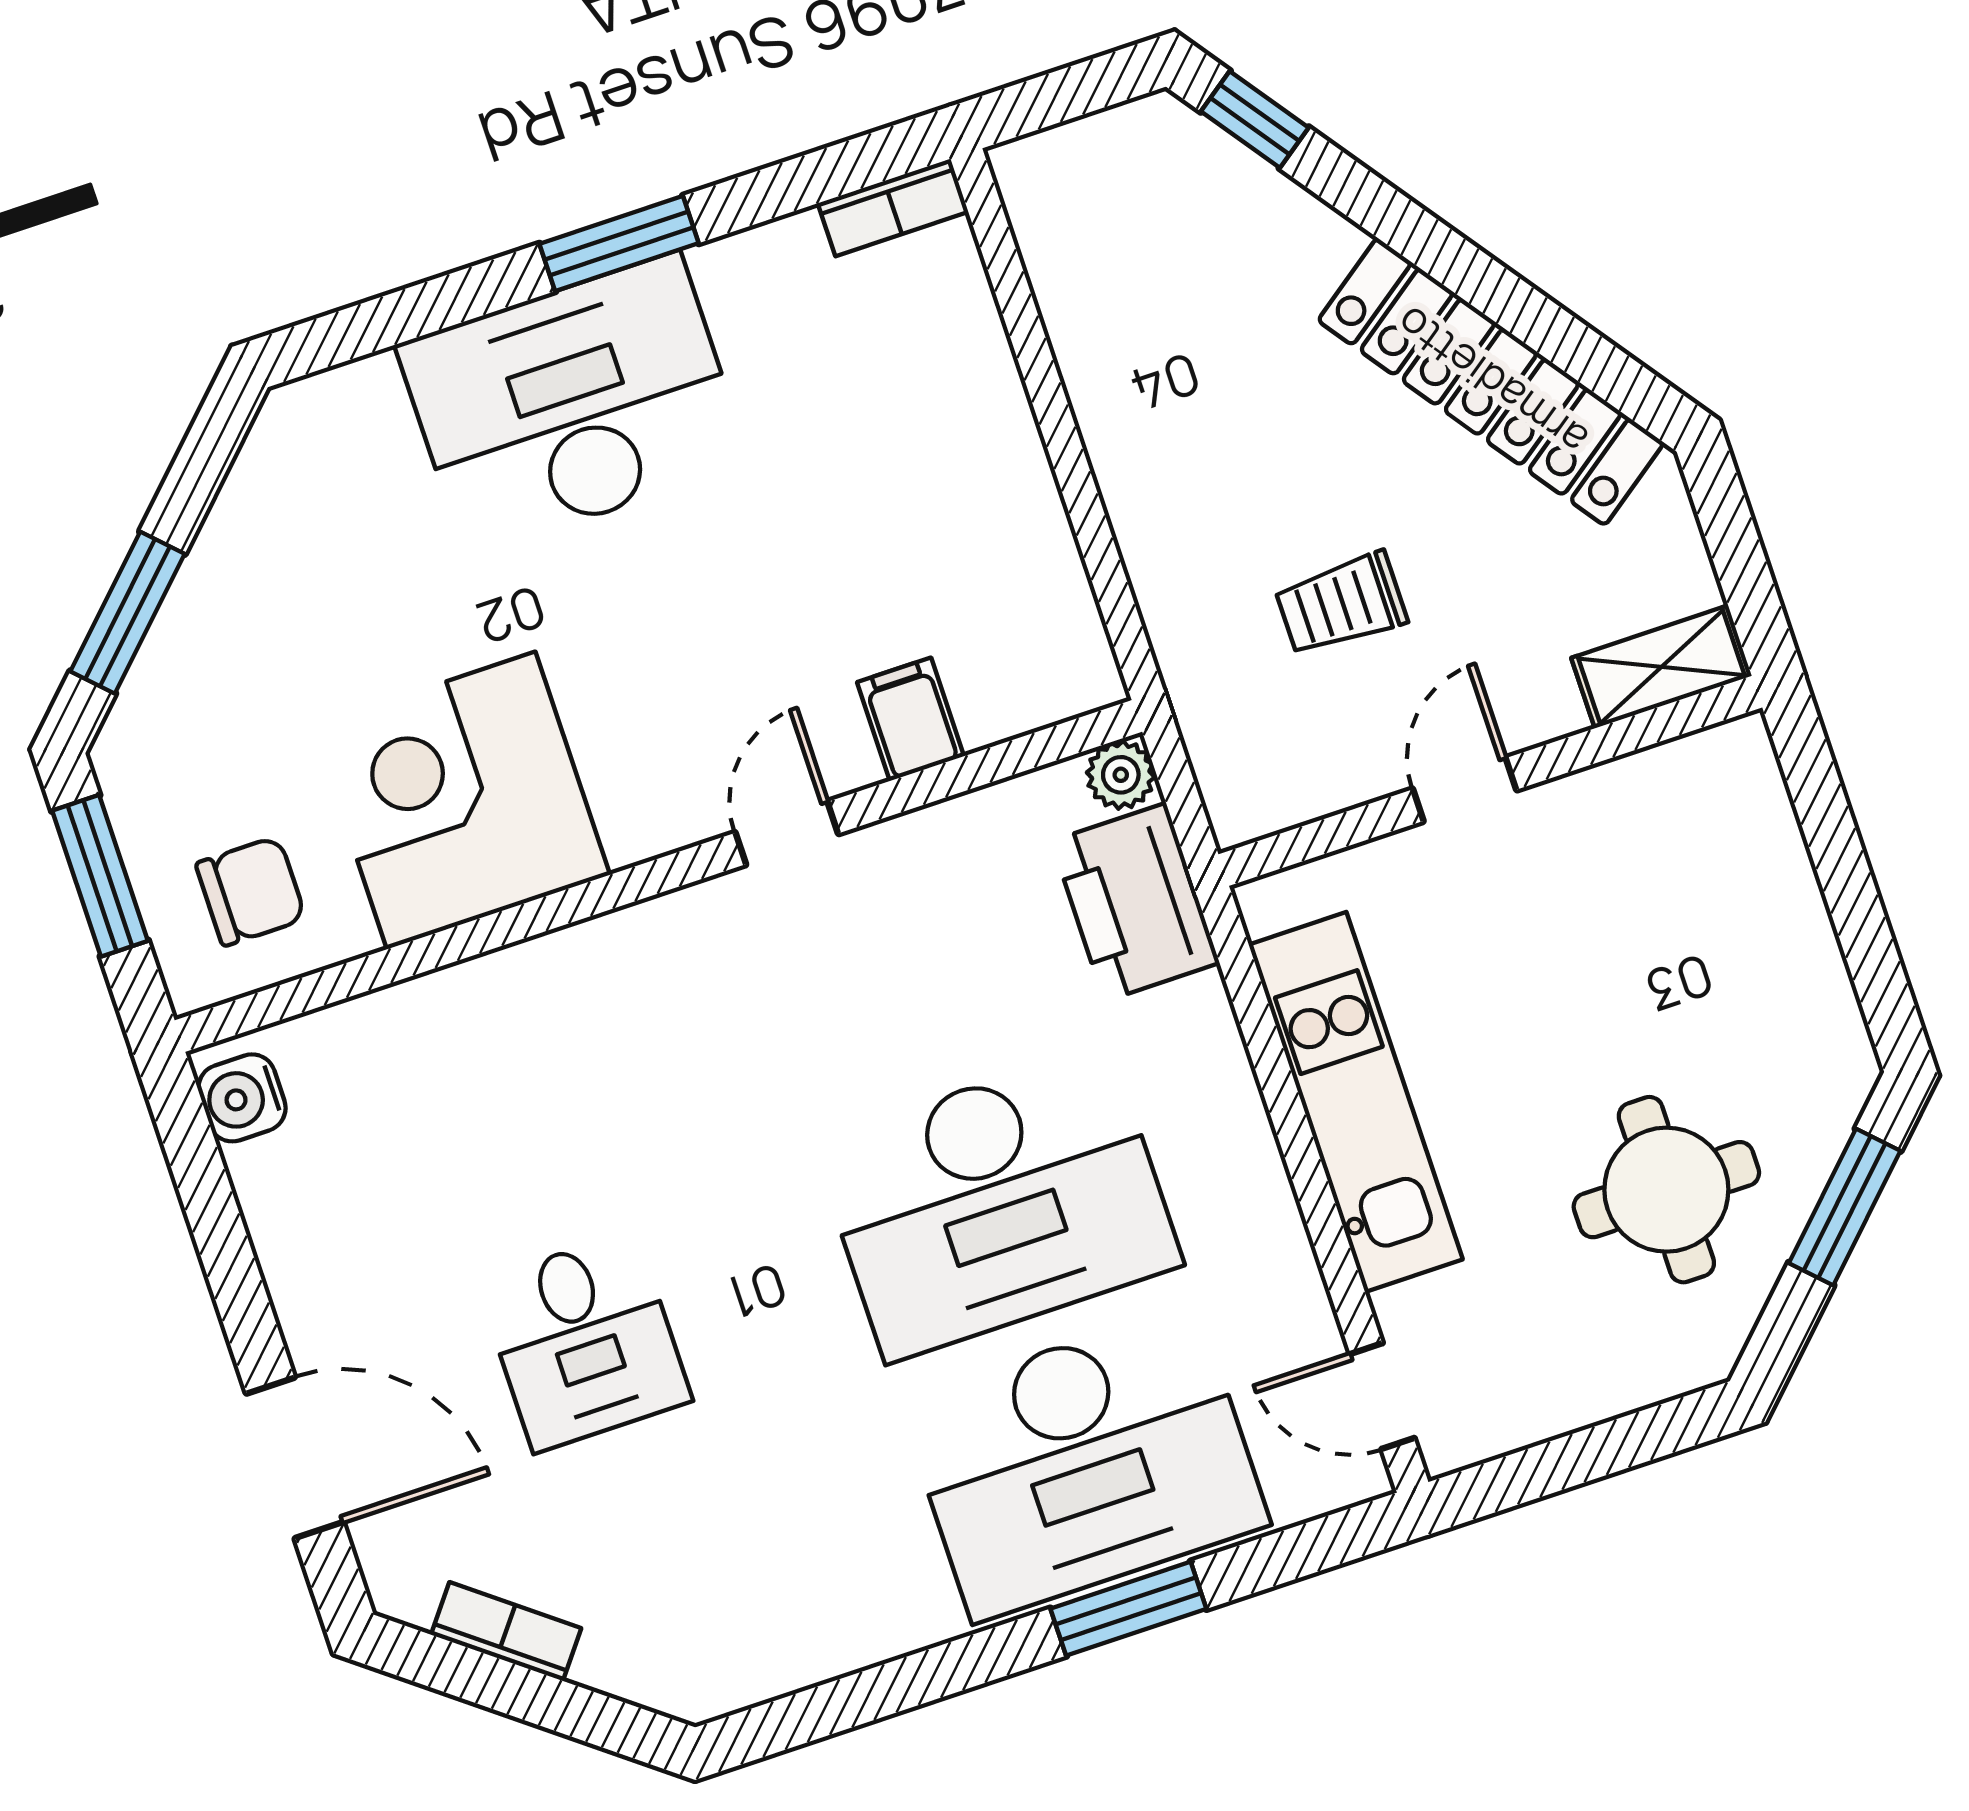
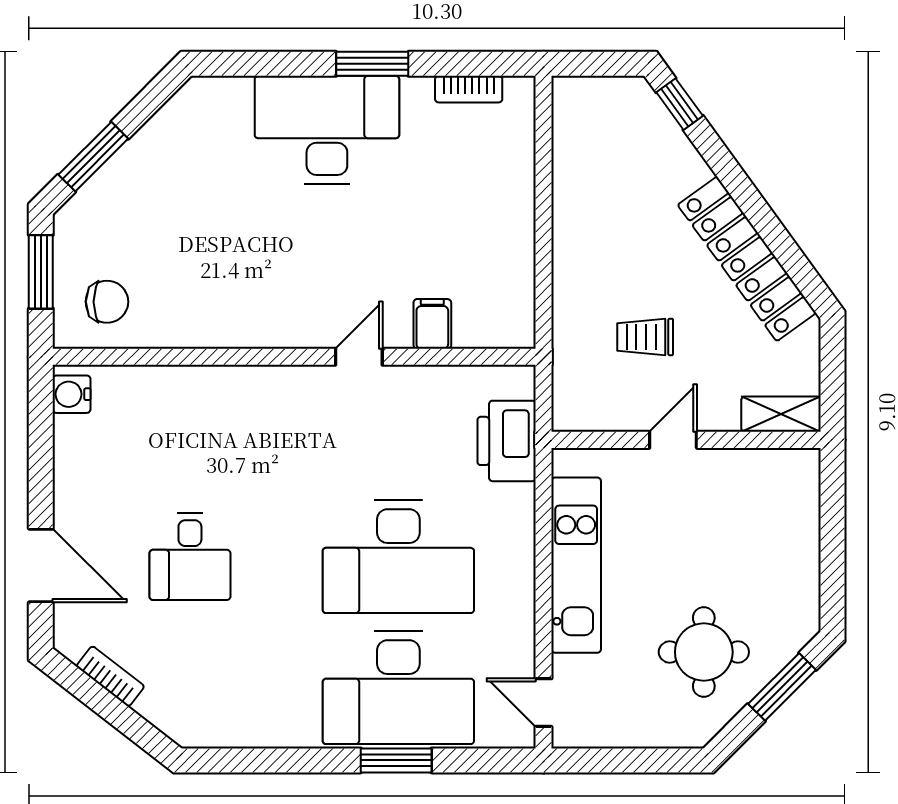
bookcase: (893, 208) -> (469, 89), moved
plant: (1121, 775) -> (519, 381), removed
corner desk: (461, 800) -> (216, 293), removed

